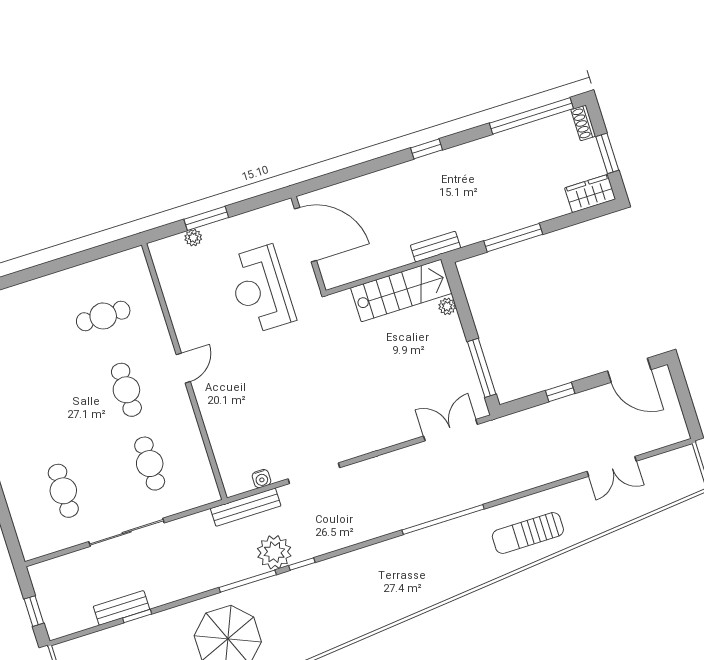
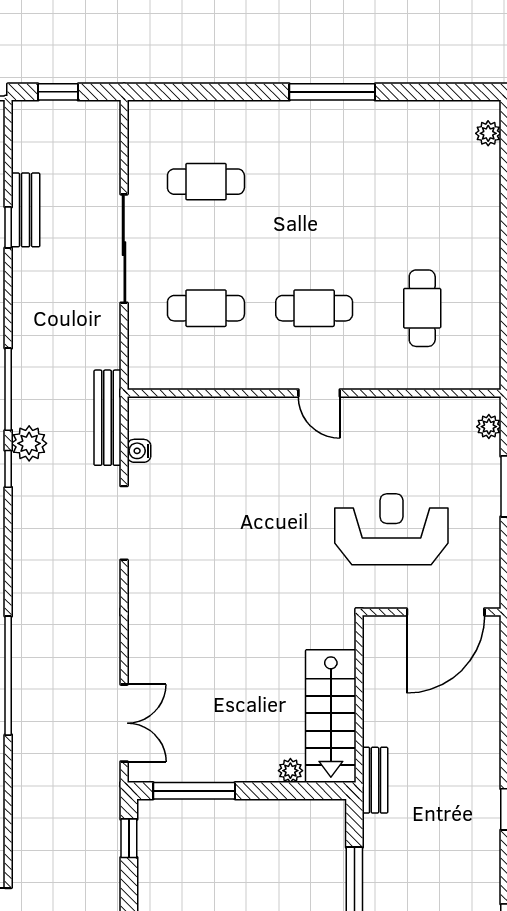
plant: (193, 238) -> (489, 427), moved
window: (560, 392) -> (129, 838), moved
plant: (274, 552) -> (29, 443), width x0.73, depth x0.73

